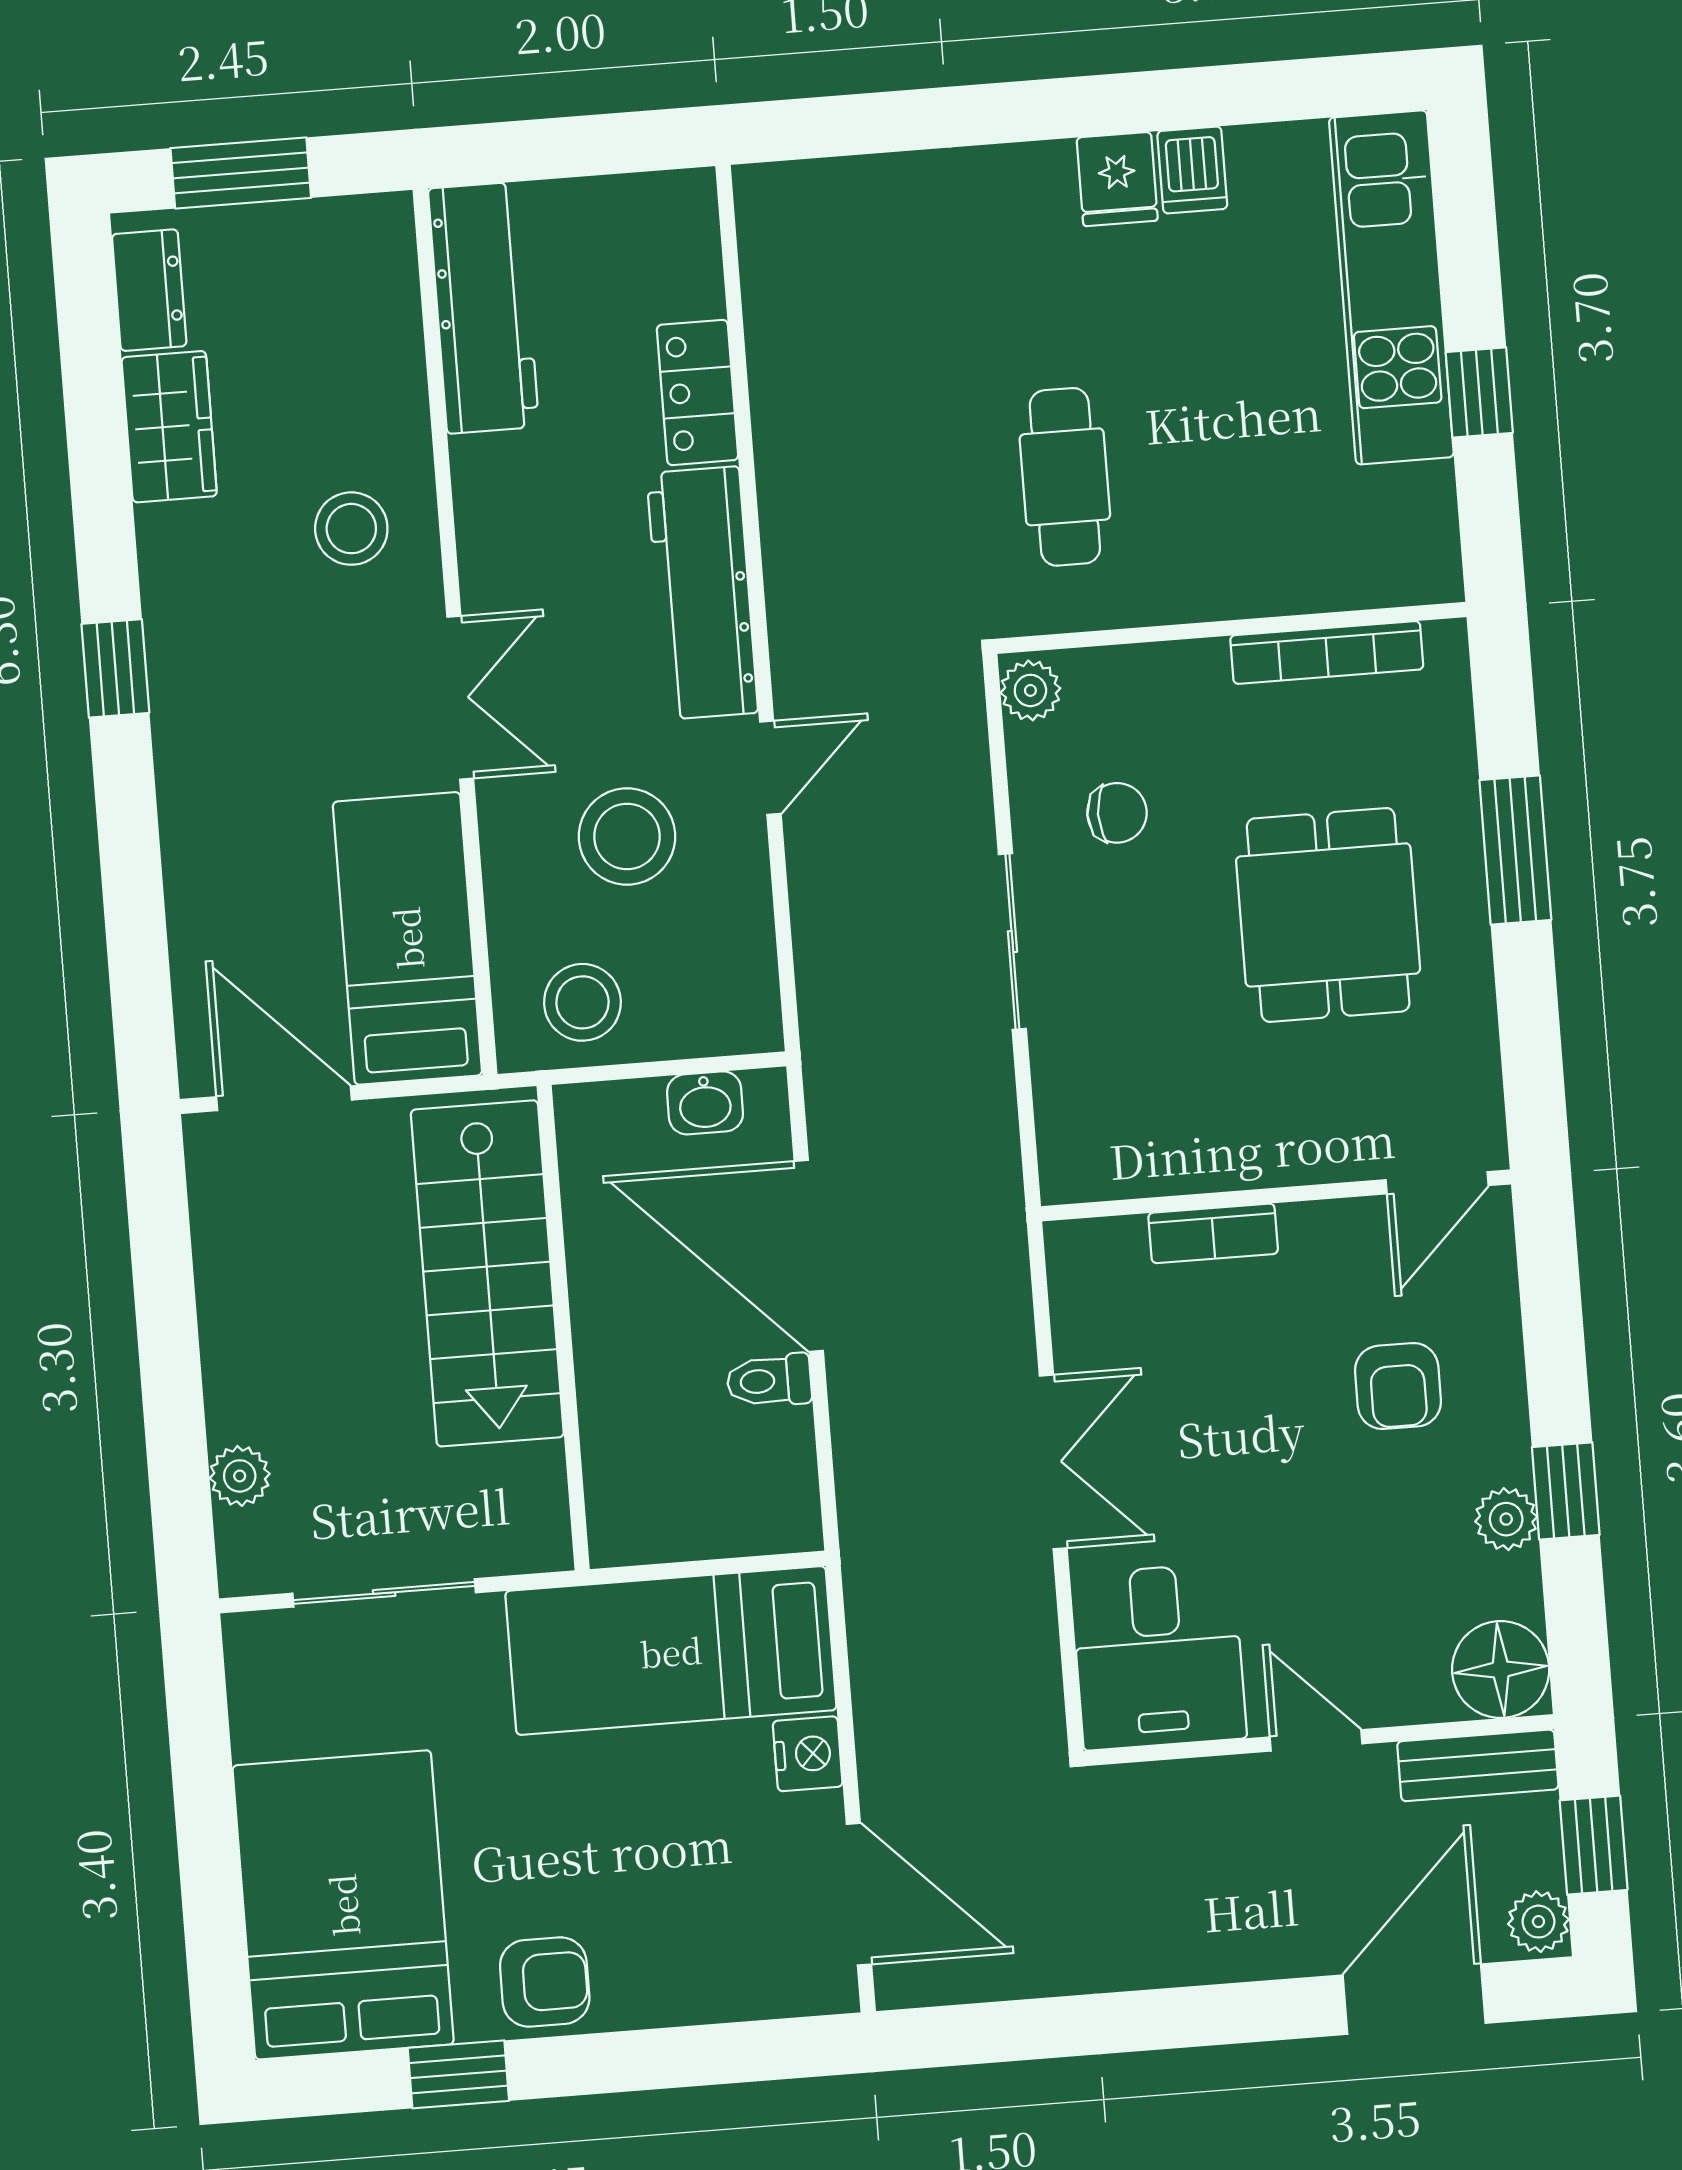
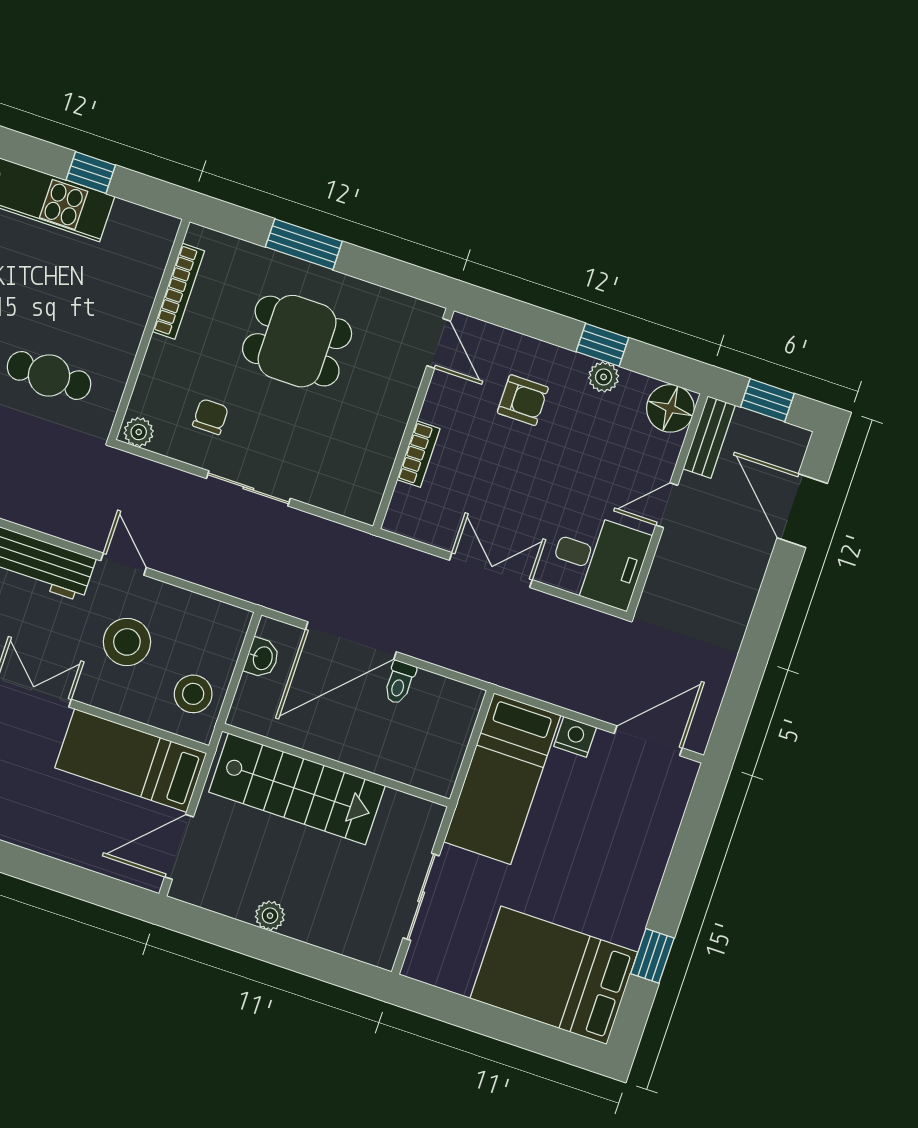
plant: (240, 1476) -> (270, 916), moved
plant: (1538, 1922) -> (791, 440), removed
armchair: (545, 1982) -> (627, 899), removed

